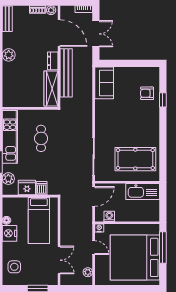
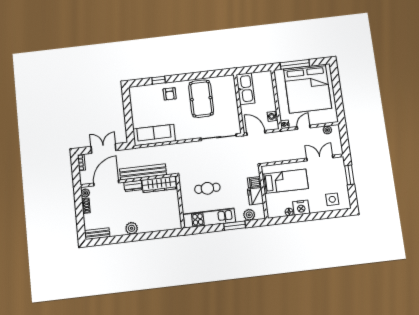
sofa: (104, 83) -> (154, 135), width x1.36
armchair: (147, 93) -> (170, 94), moved
pool table: (135, 159) -> (201, 99), moved

